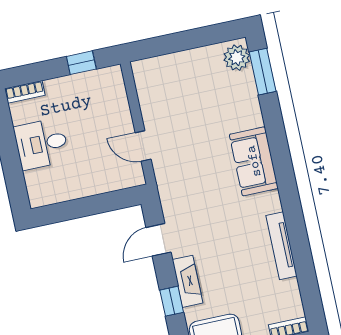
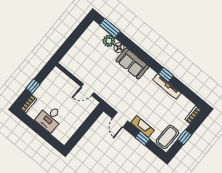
plant: (237, 58) -> (109, 41), moved
window: (81, 63) -> (33, 86), moved
floor lamp: (252, 117) -> (119, 48), added
window: (295, 225) -> (166, 75), added

